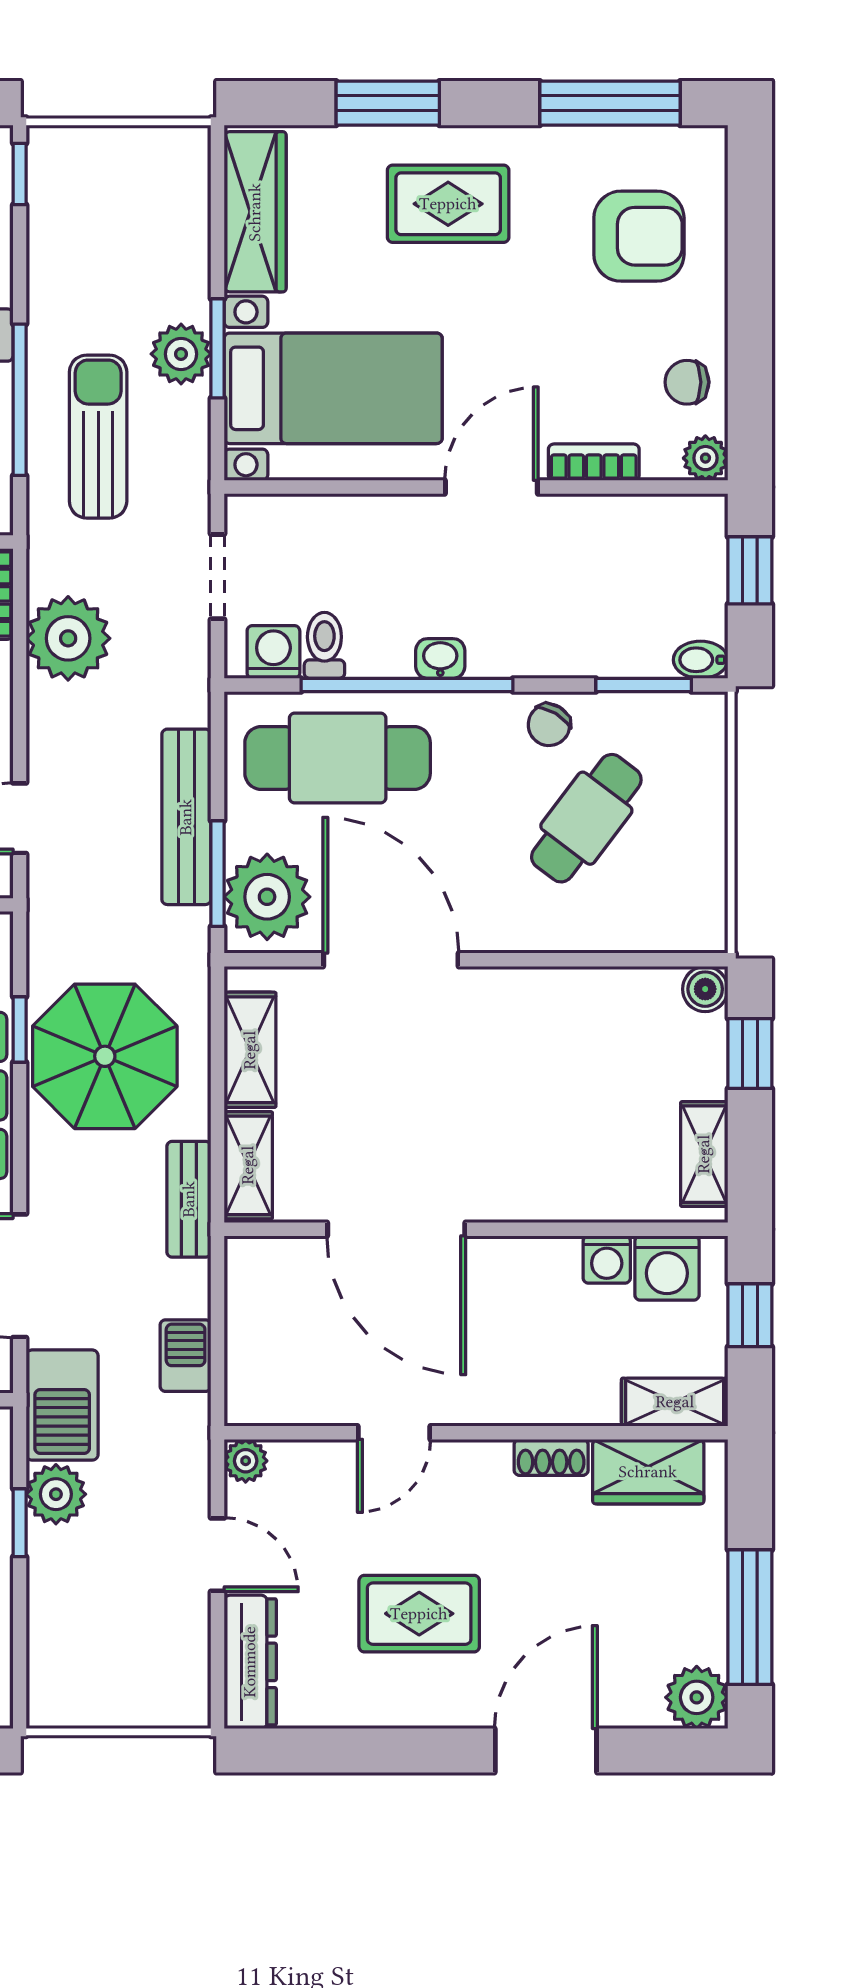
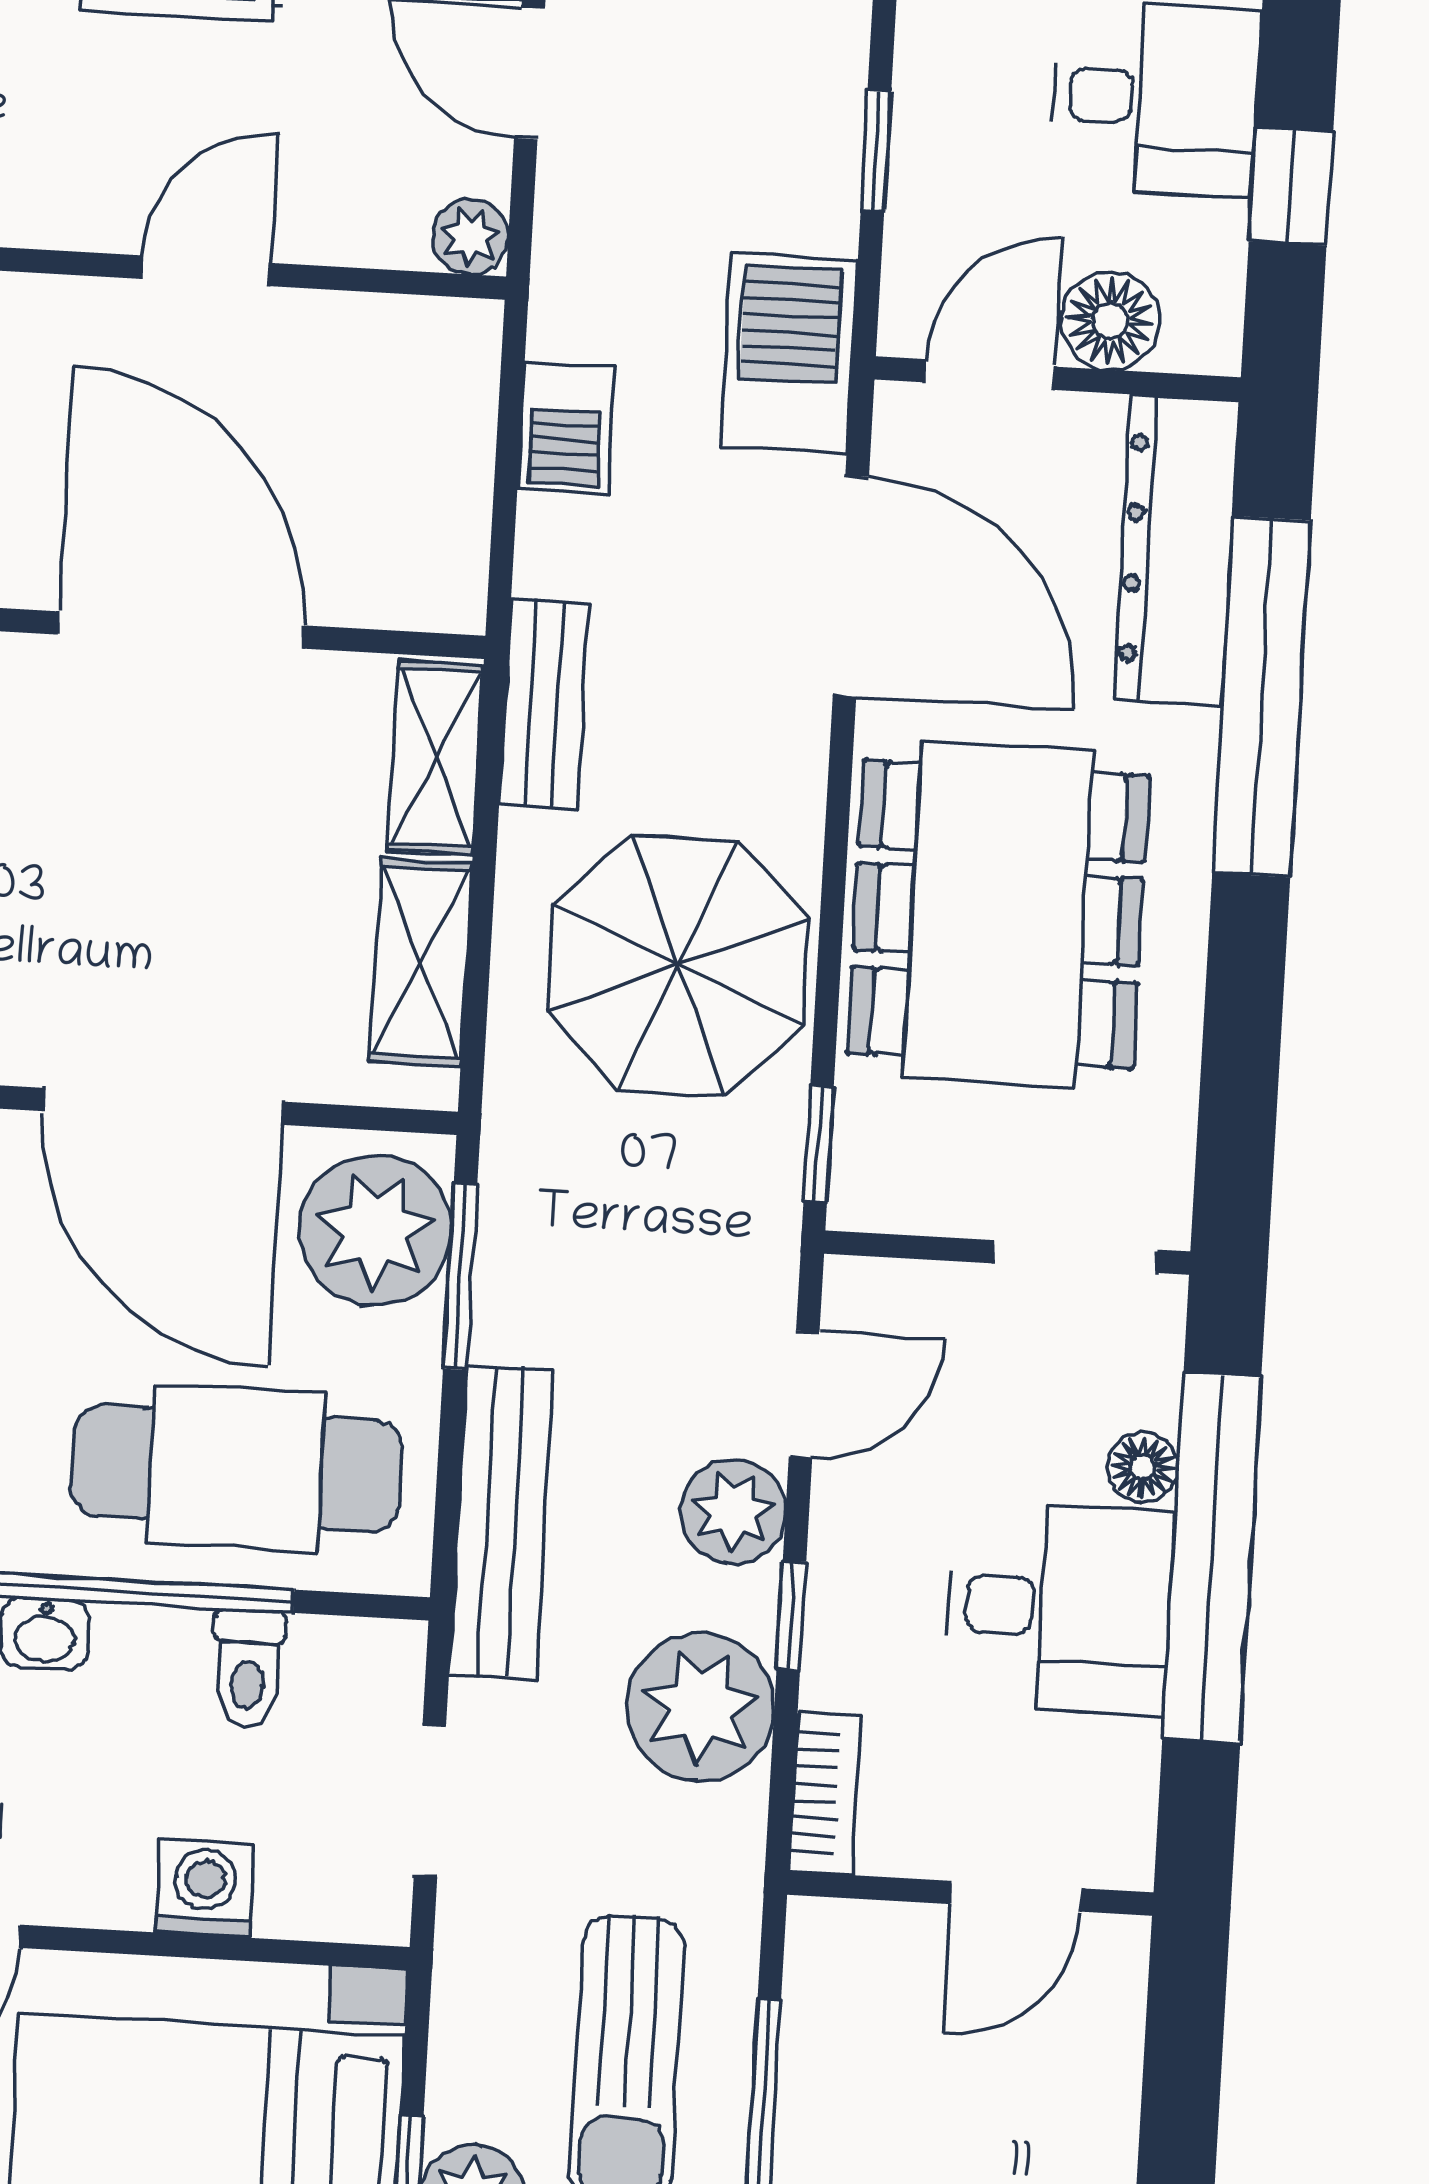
washing machine: (273, 652) -> (205, 1888), moved, turned 180
window: (20, 693) -> (791, 1616), added
bench: (186, 817) -> (501, 1522), moved
window: (20, 1030) -> (819, 1143), moved
plant: (56, 1494) -> (733, 1512), moved

